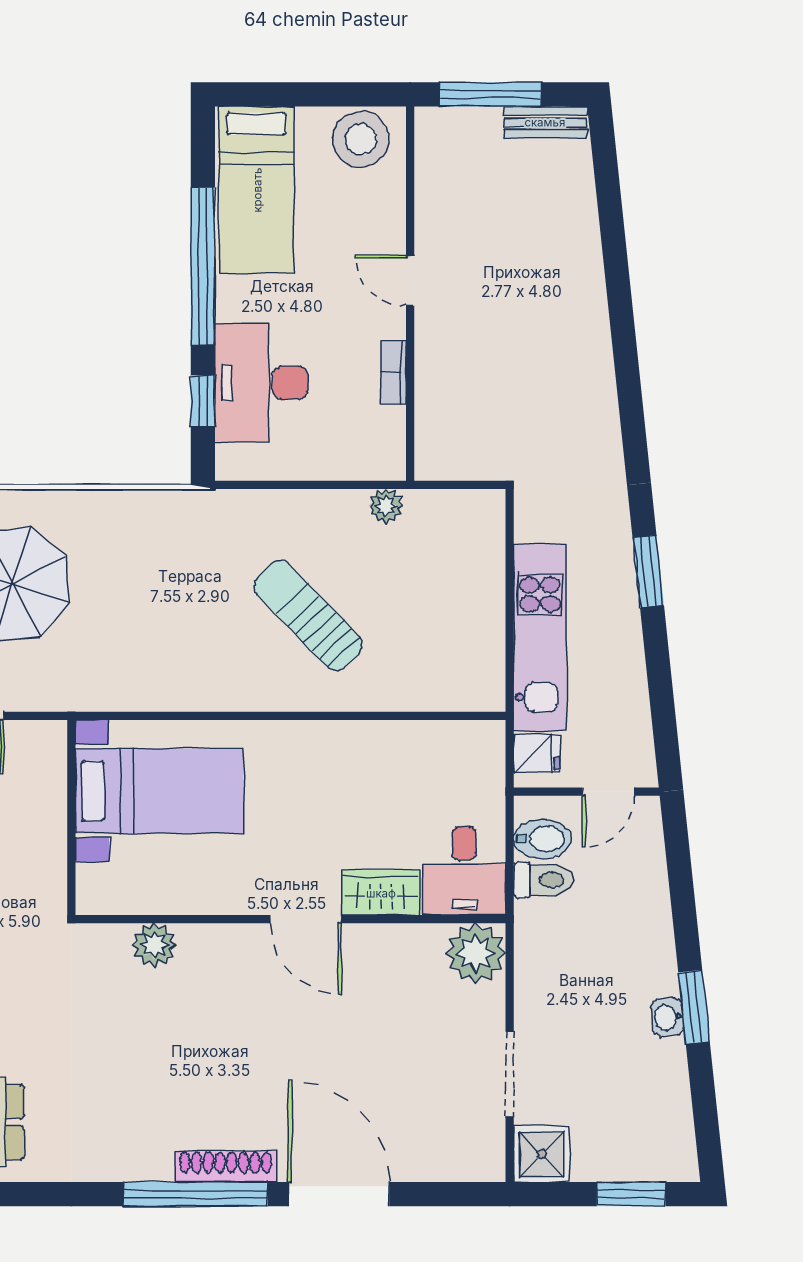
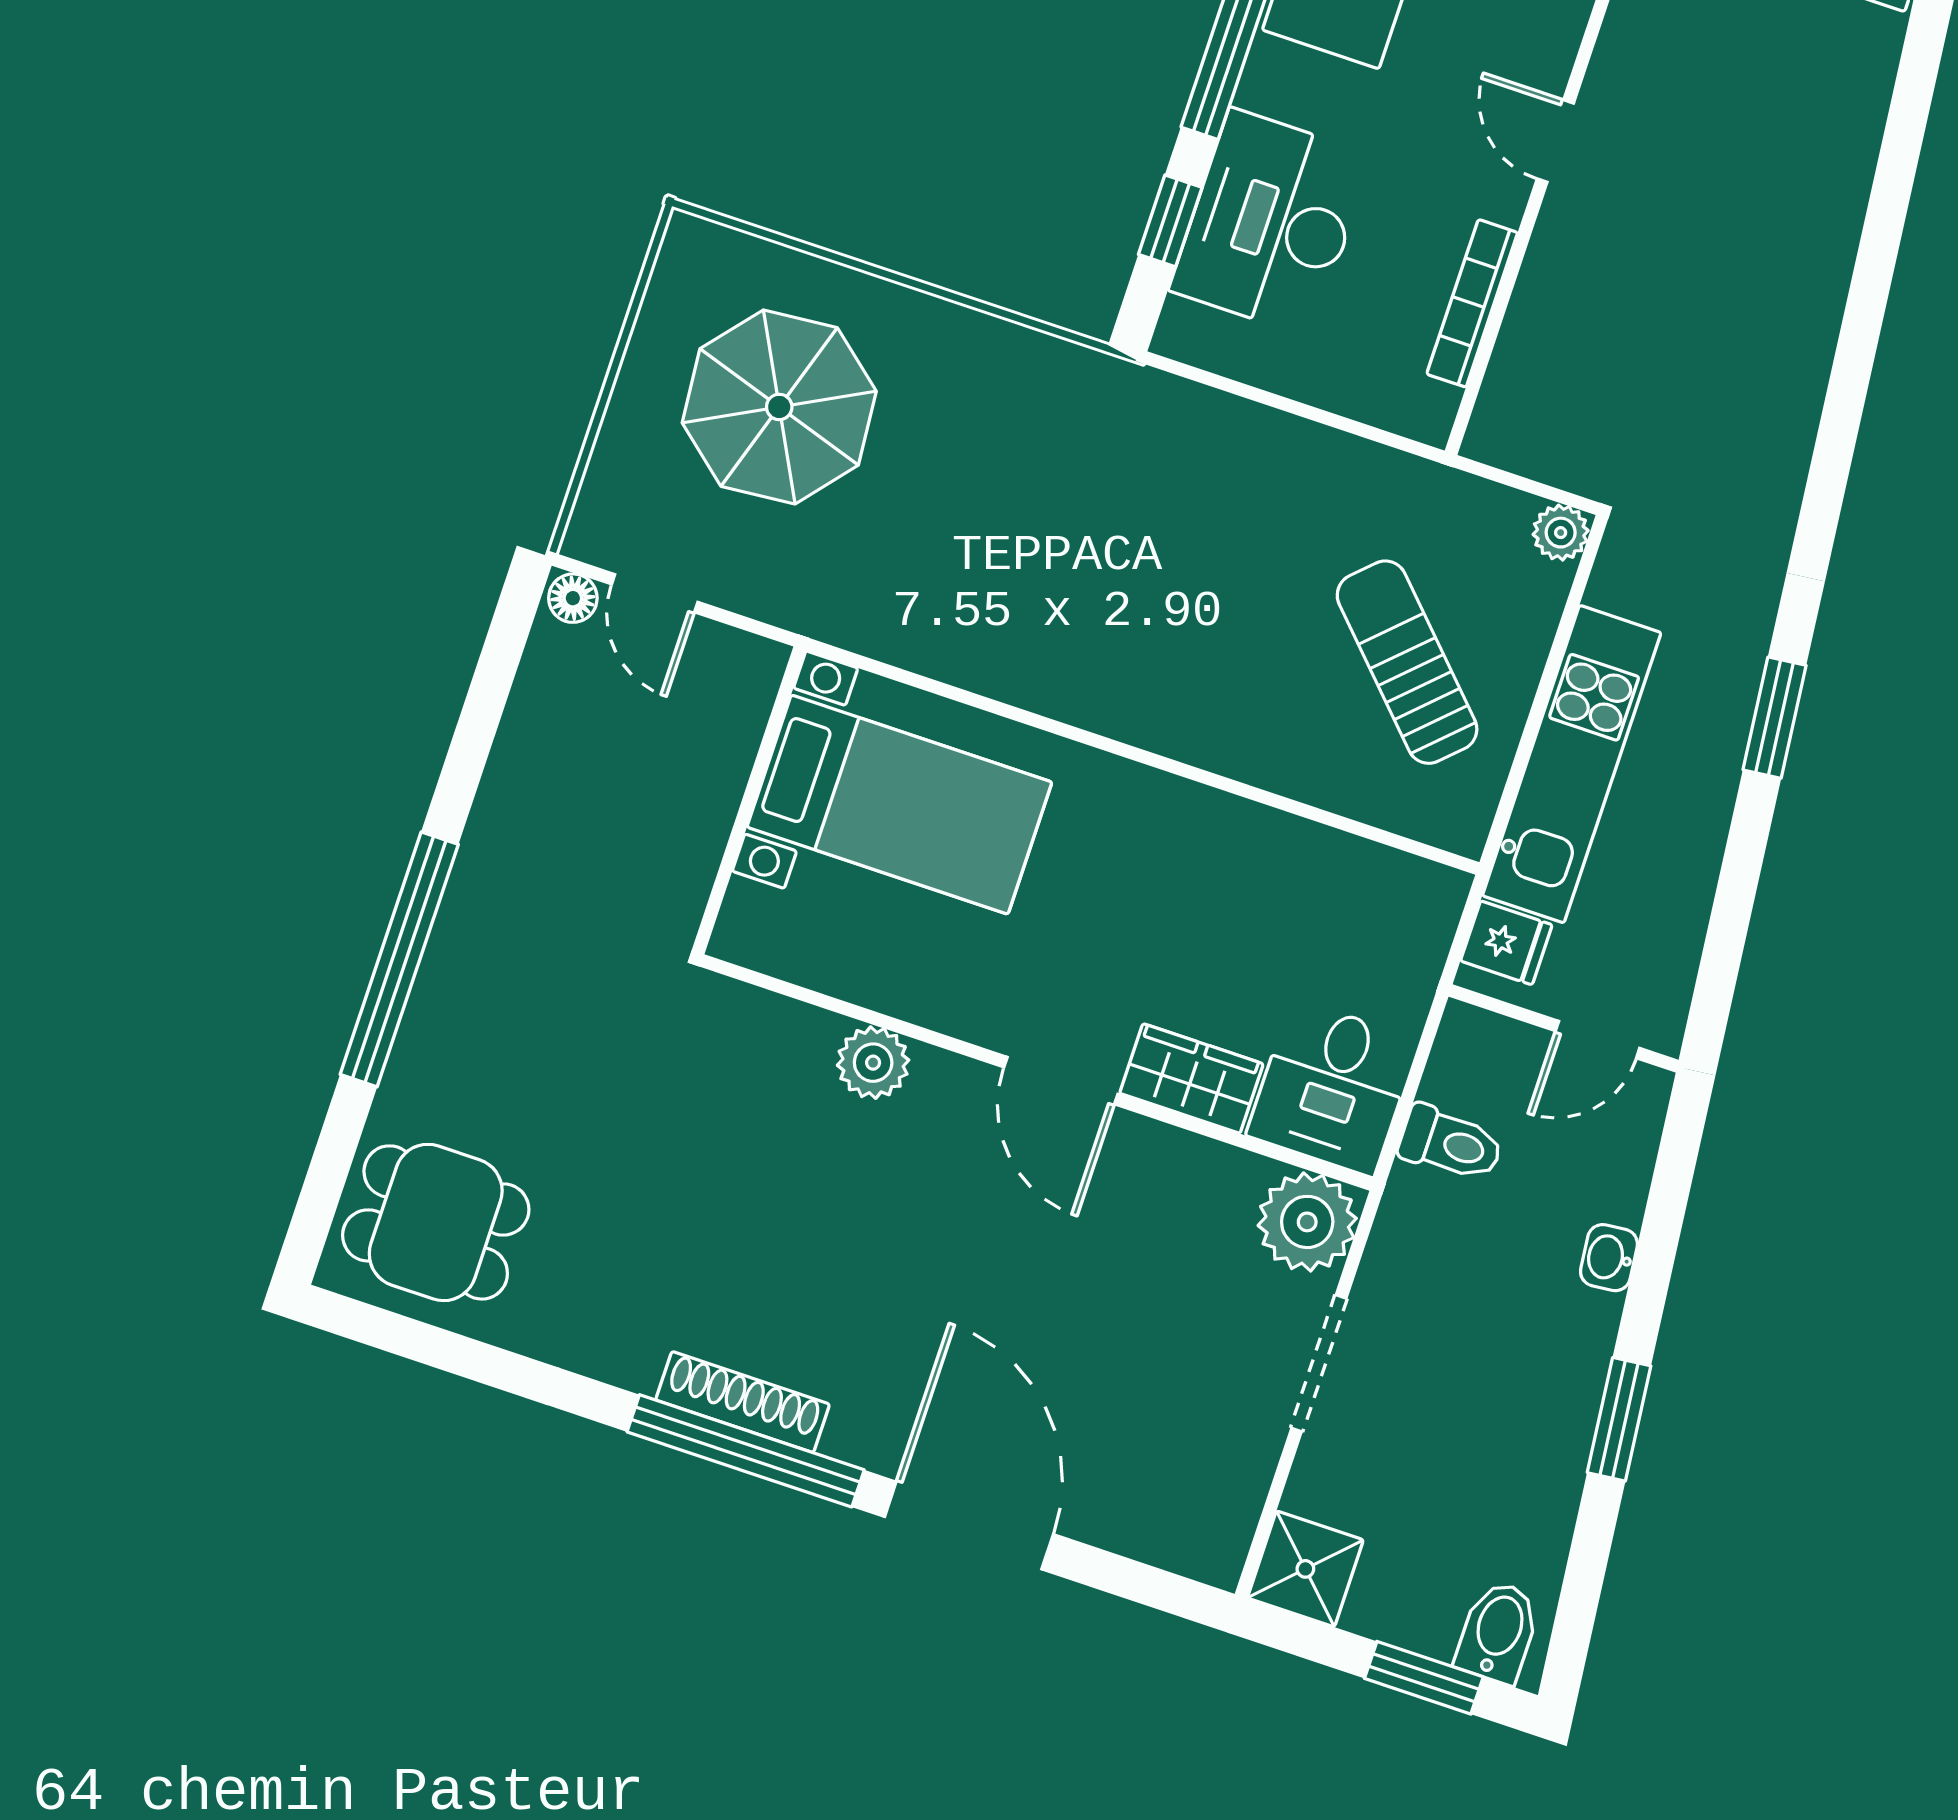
bookcase: (393, 372) -> (1472, 303), width x1.56
plant: (386, 506) -> (1561, 533), moved
sun lounger: (308, 615) -> (1407, 662), moved
bidet: (542, 839) -> (1498, 1632), moved, turned -90
plant: (154, 945) -> (873, 1063), moved
washbasin: (668, 1017) -> (1609, 1258), moved
doorway: (510, 1074) -> (1319, 1363), moved
shoe rack: (226, 1166) -> (743, 1402), moved

